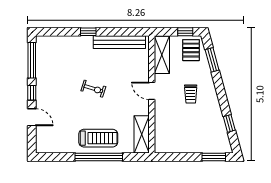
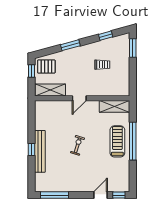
bench: (119, 42) -> (40, 151), moved
window: (212, 60) -> (70, 45), moved
window: (32, 93) -> (119, 195), moved
trolley: (191, 94) -> (102, 65), moved

